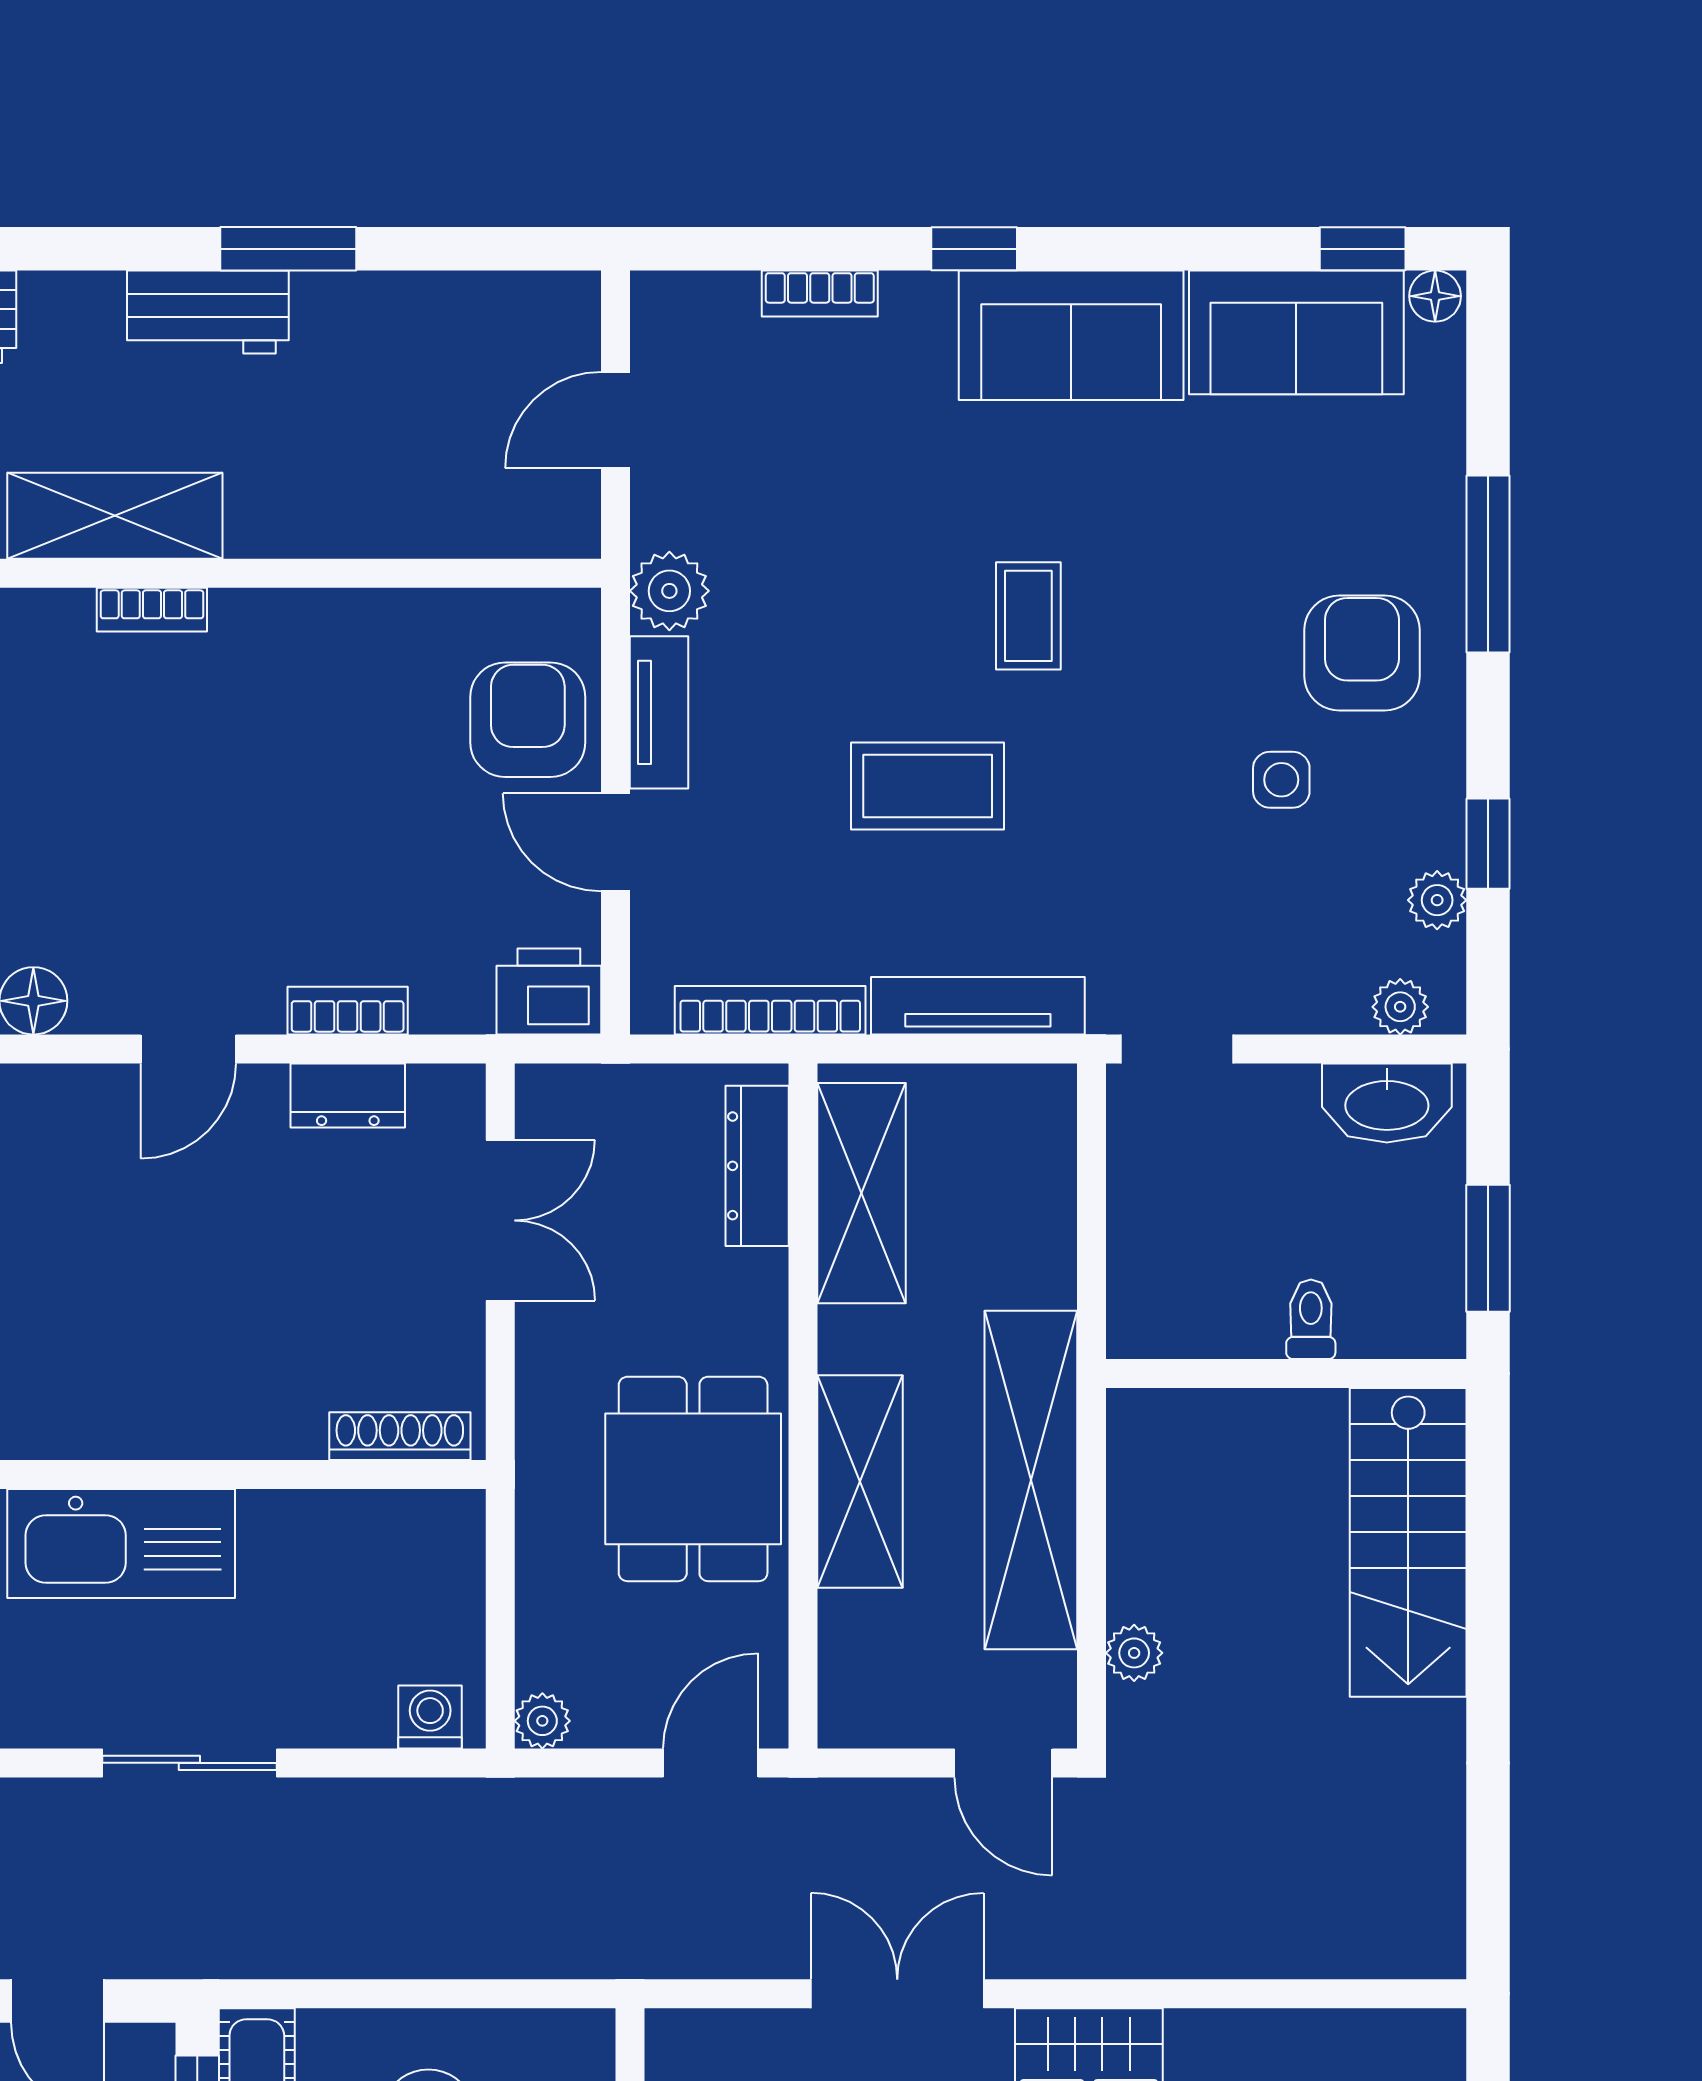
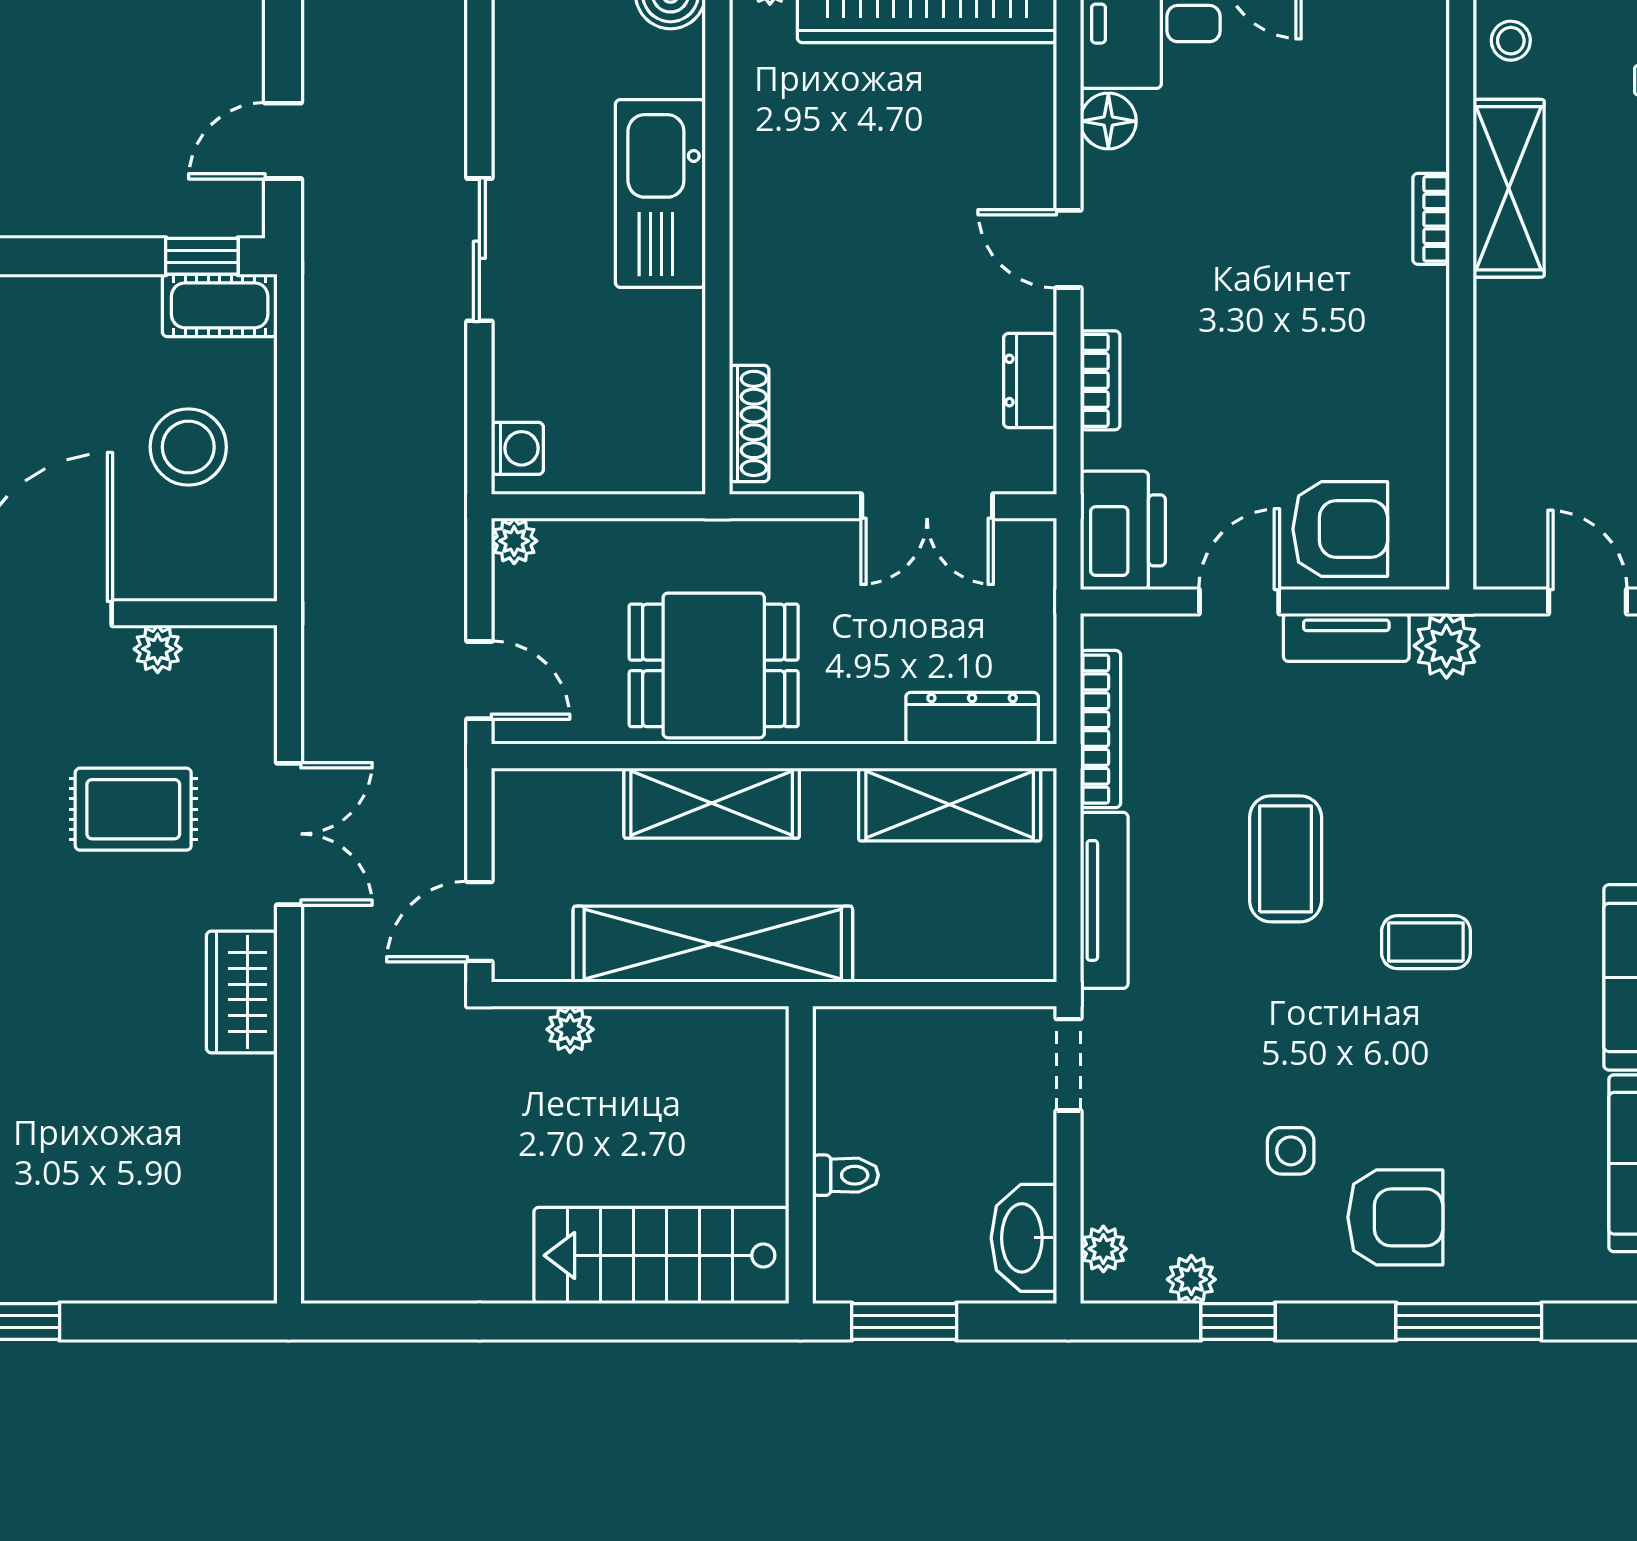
printer: (549, 992) -> (1123, 530), width x1.37, depth x1.19

